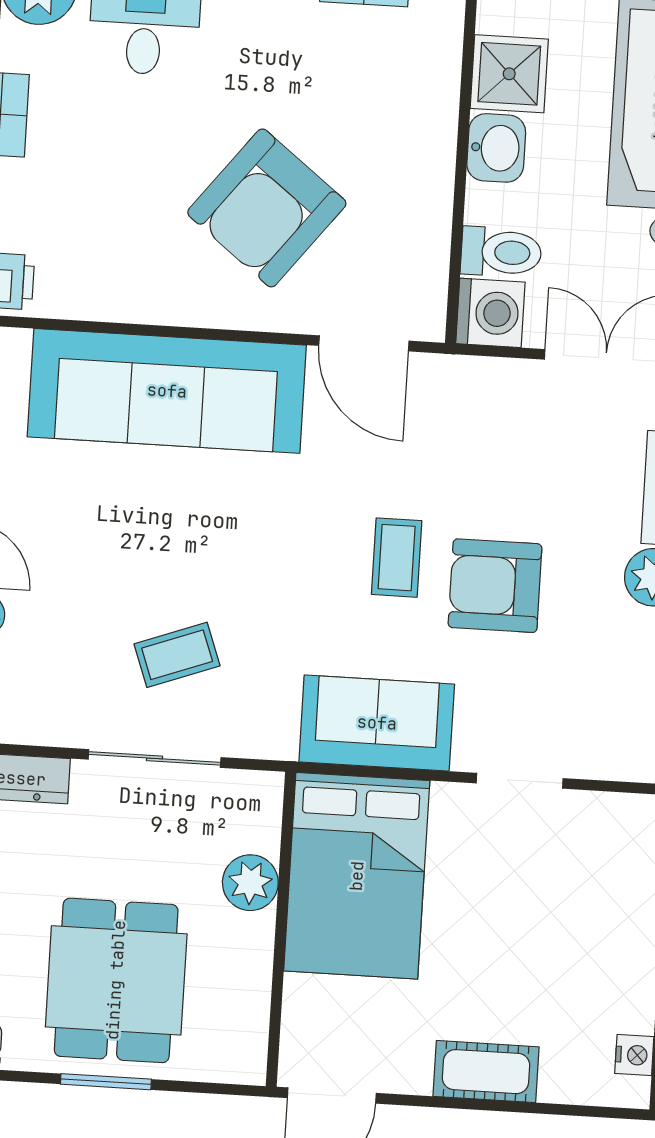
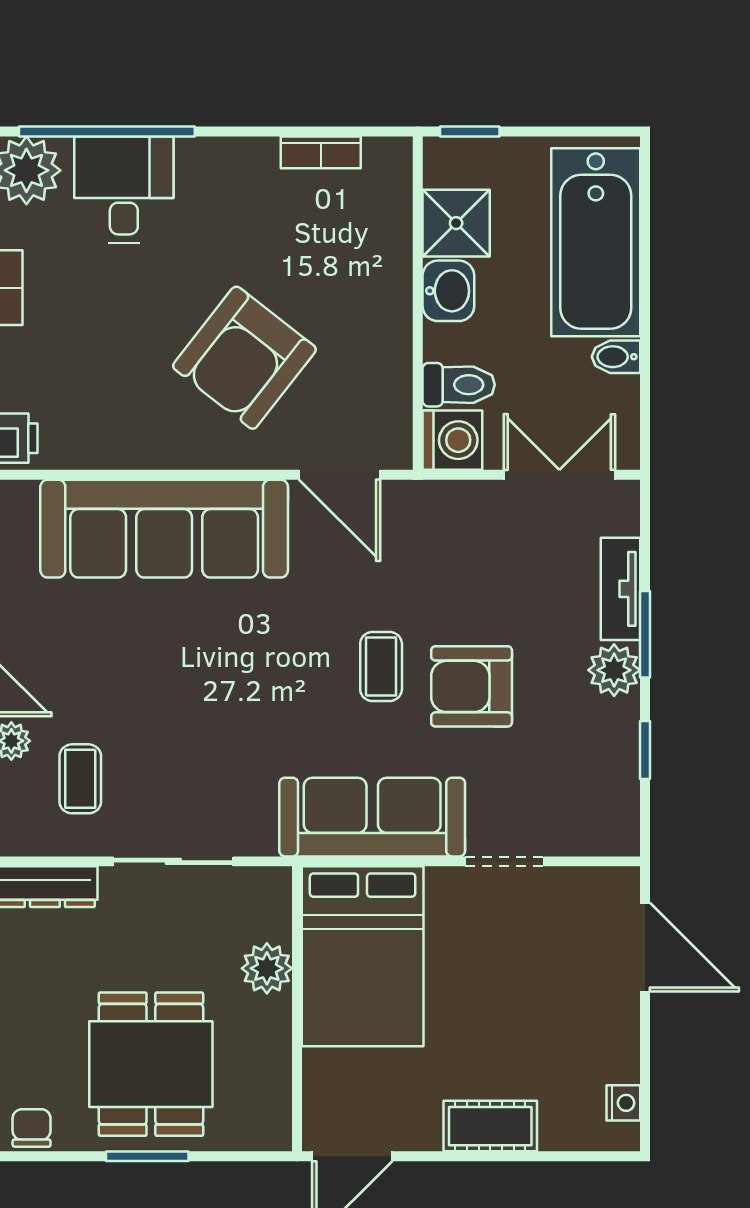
coffee table: (177, 655) -> (80, 779), moved, turned -70
sofa: (377, 723) -> (372, 817), width x1.36

